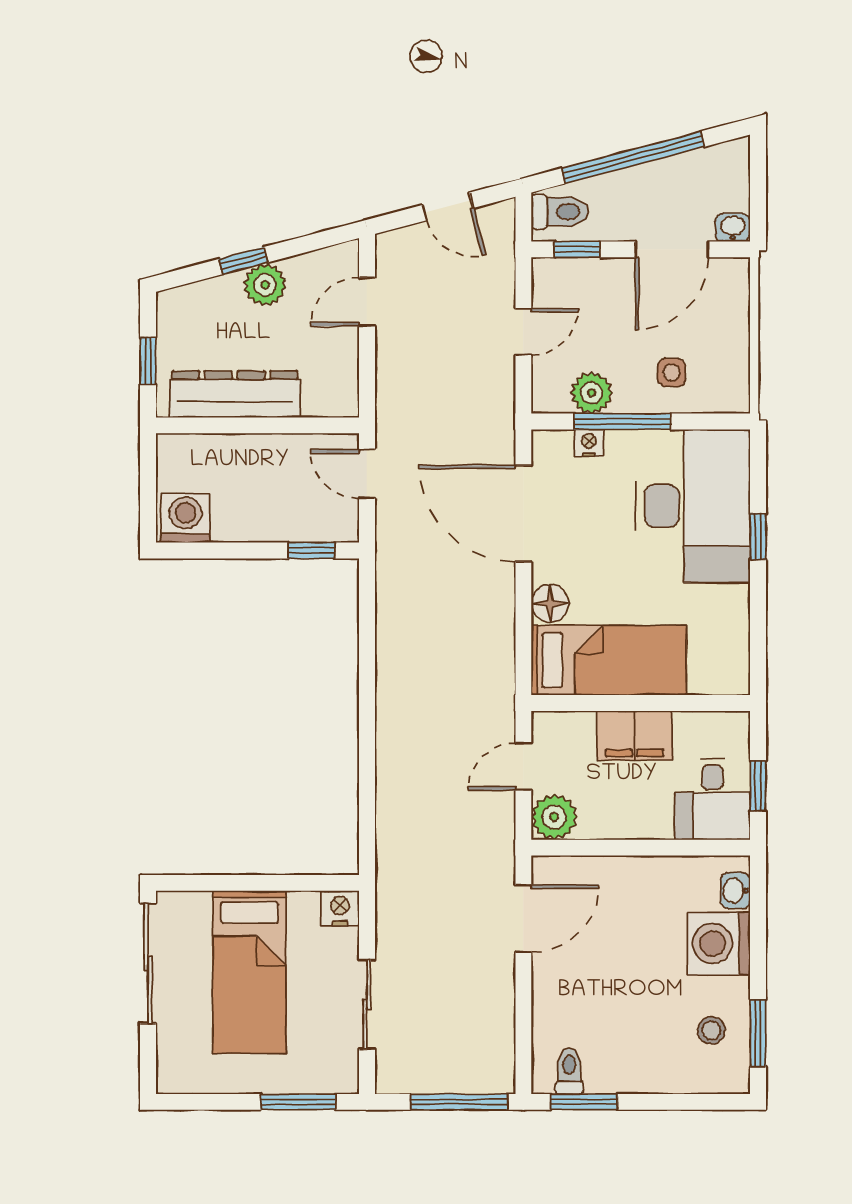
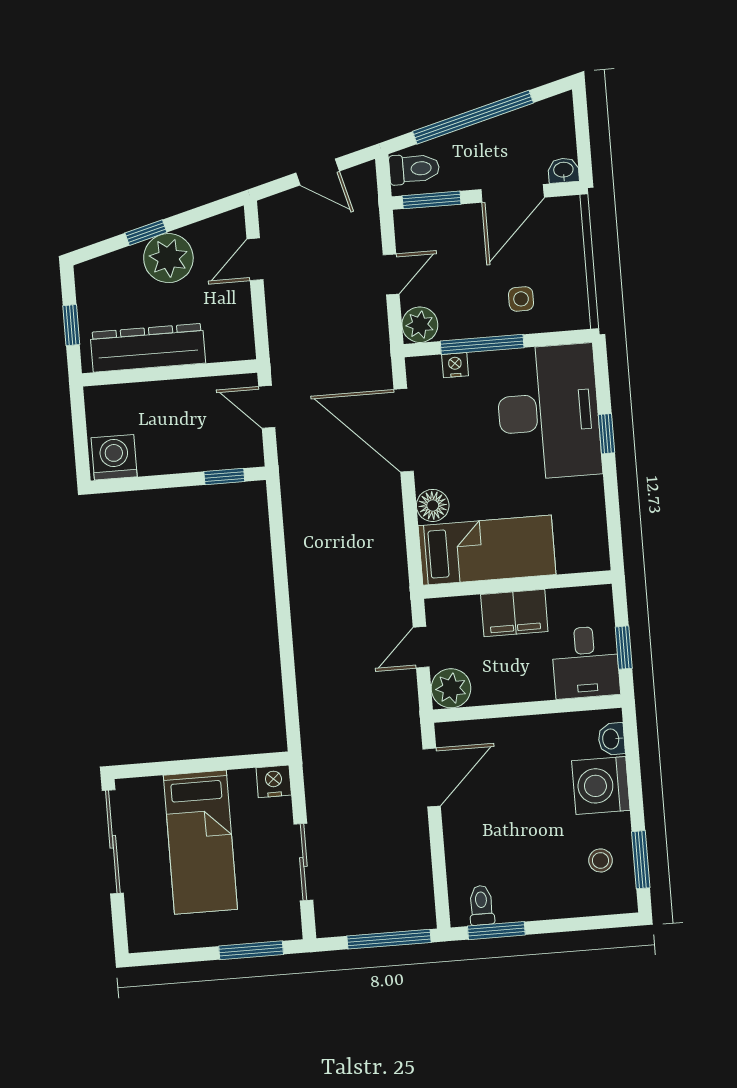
window: (577, 249) -> (432, 200), width x1.50
plant: (265, 285) -> (168, 258), width x1.36, depth x1.36
plant: (592, 393) -> (420, 325), moved

